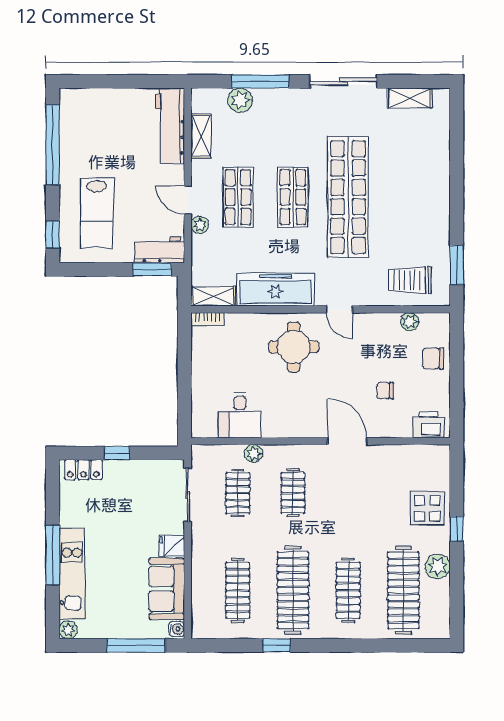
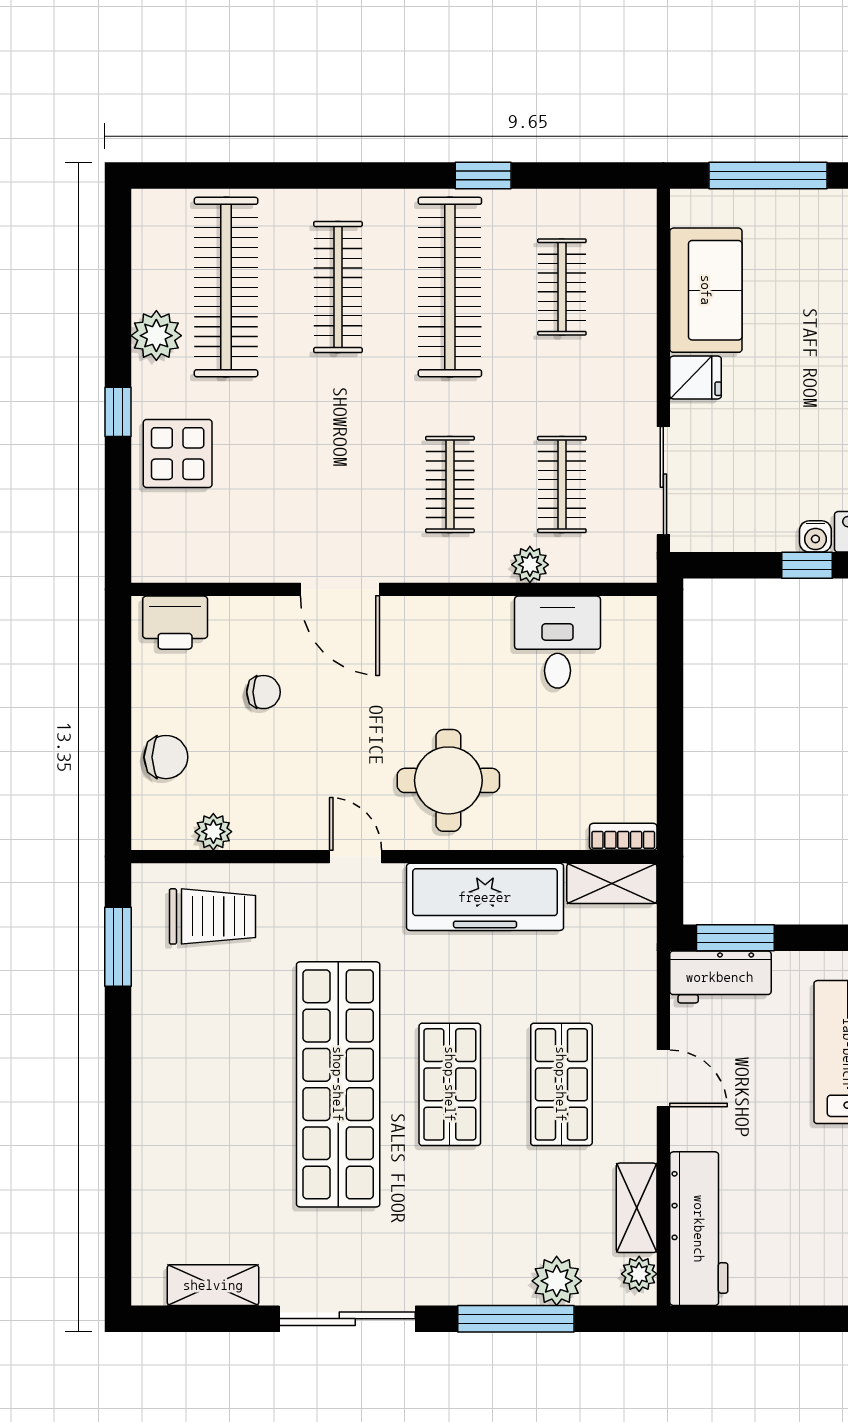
plant: (200, 225) -> (639, 1274), moved
clothes rail: (238, 590) -> (562, 287), width x0.73
water cooler: (177, 629) -> (815, 536), moved, turned -90

